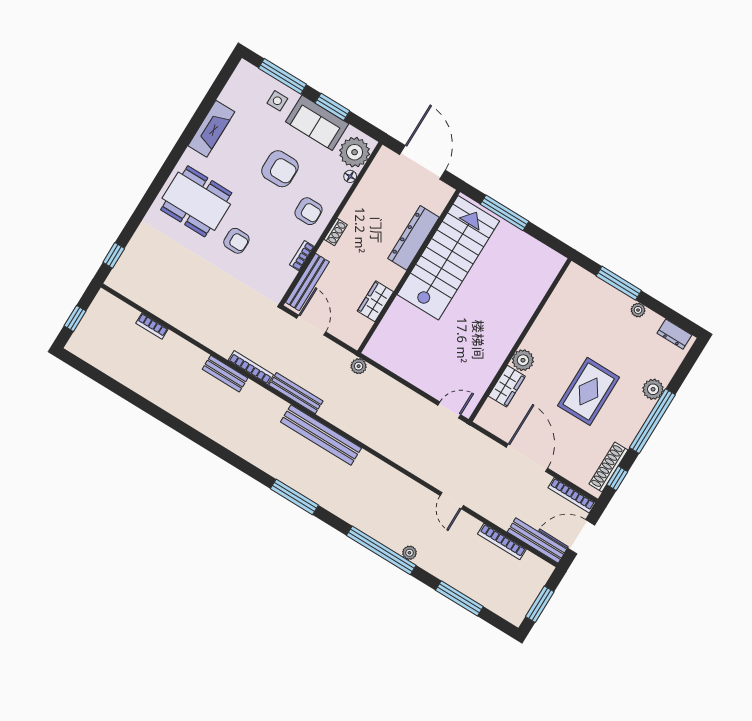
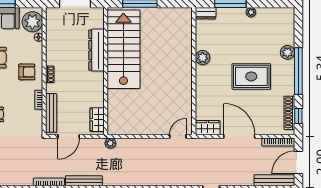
wardrobe: (375, 301) -> (97, 120), moved
door: (311, 325) -> (69, 136), swing flipped
dresser: (674, 334) -> (206, 13), moved
plant: (523, 360) -> (203, 58), moved
wardrobe: (507, 386) -> (208, 128), moved, turned -90
rug: (589, 391) -> (251, 76), turned 90

